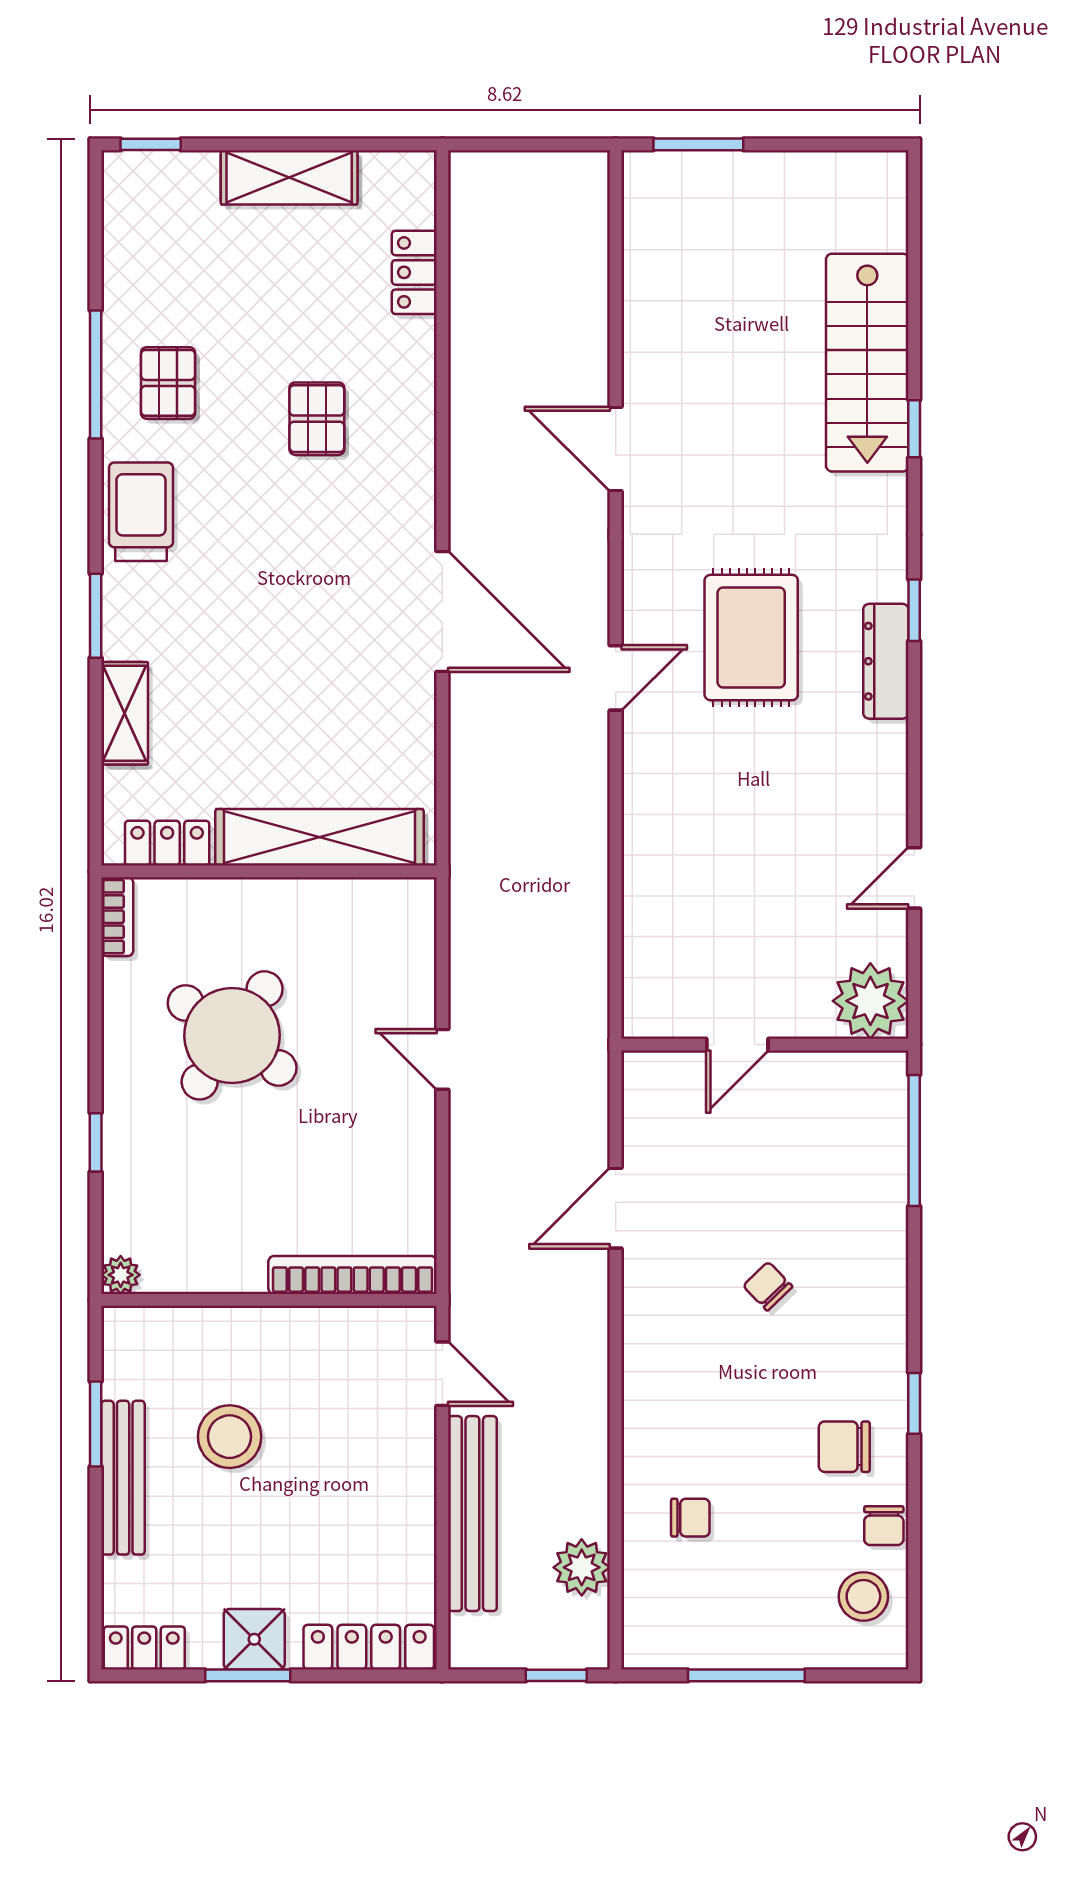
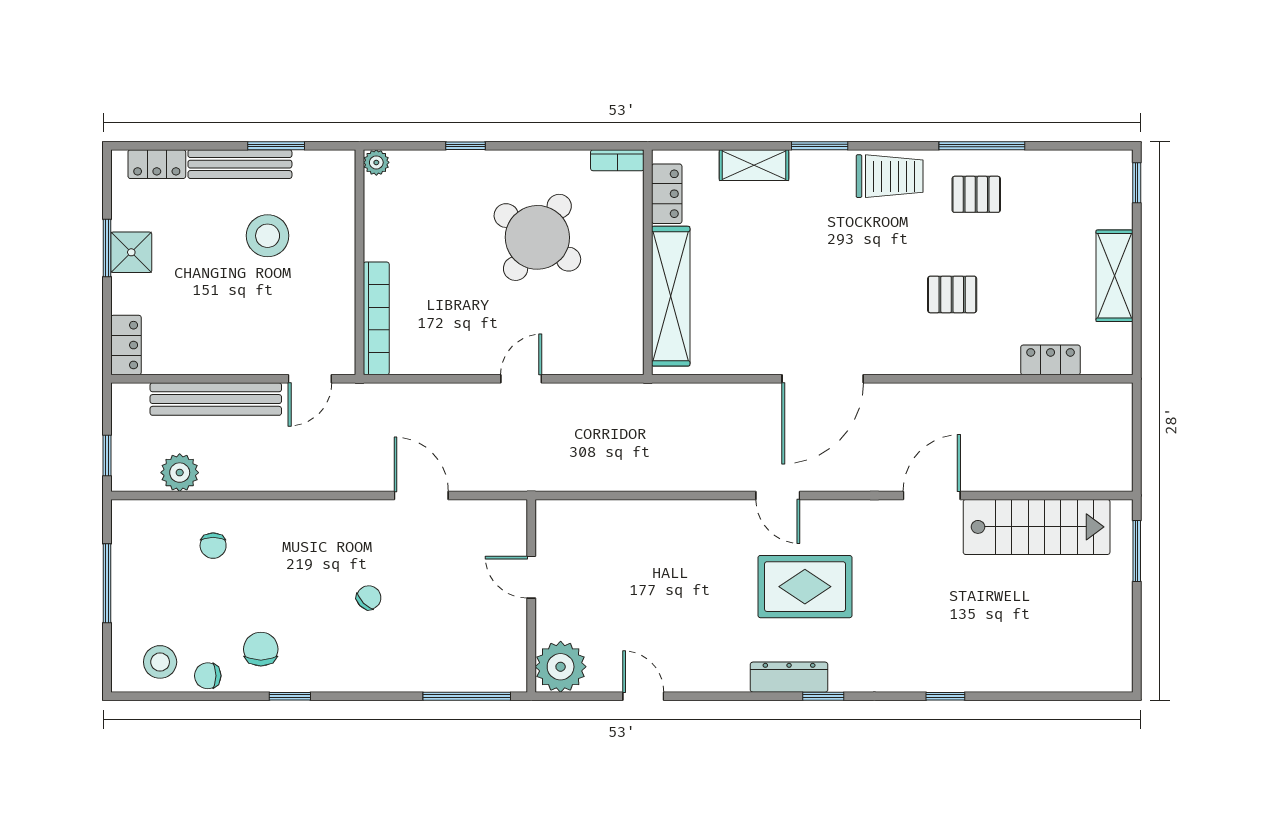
stairs: (867, 363) -> (1037, 527), moved, turned 180
locker: (369, 1647) -> (126, 345), width x0.66
locker: (144, 1648) -> (157, 164), moved, turned 90

